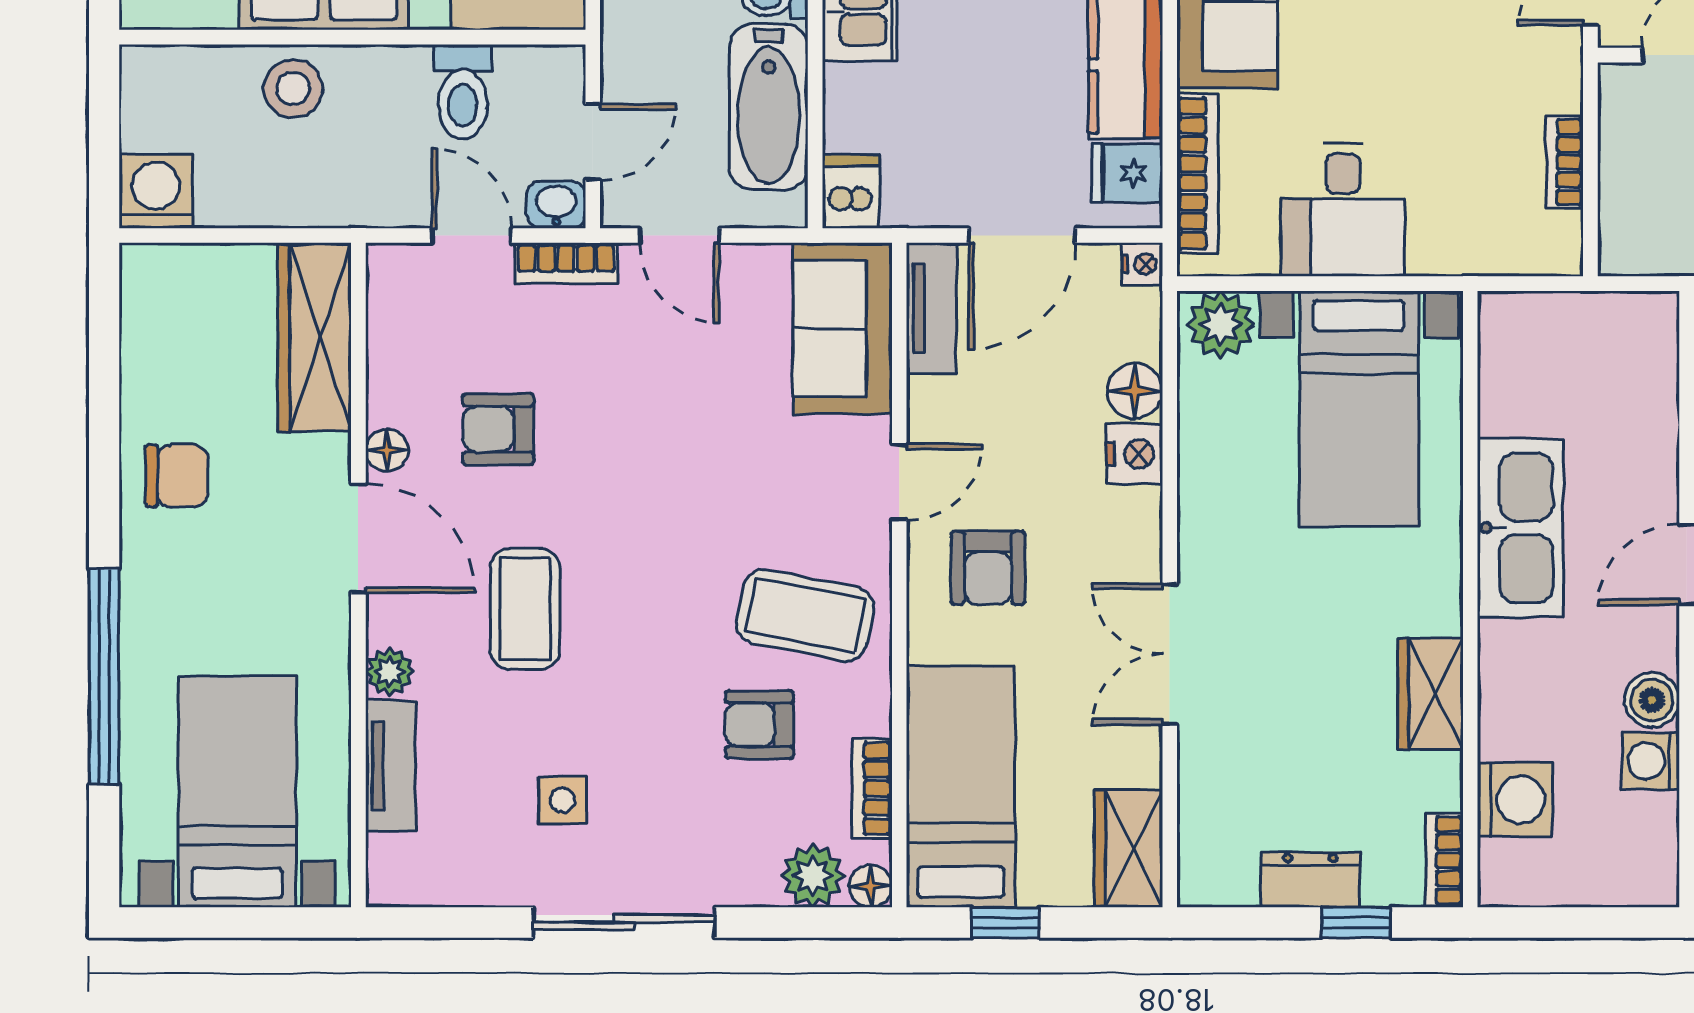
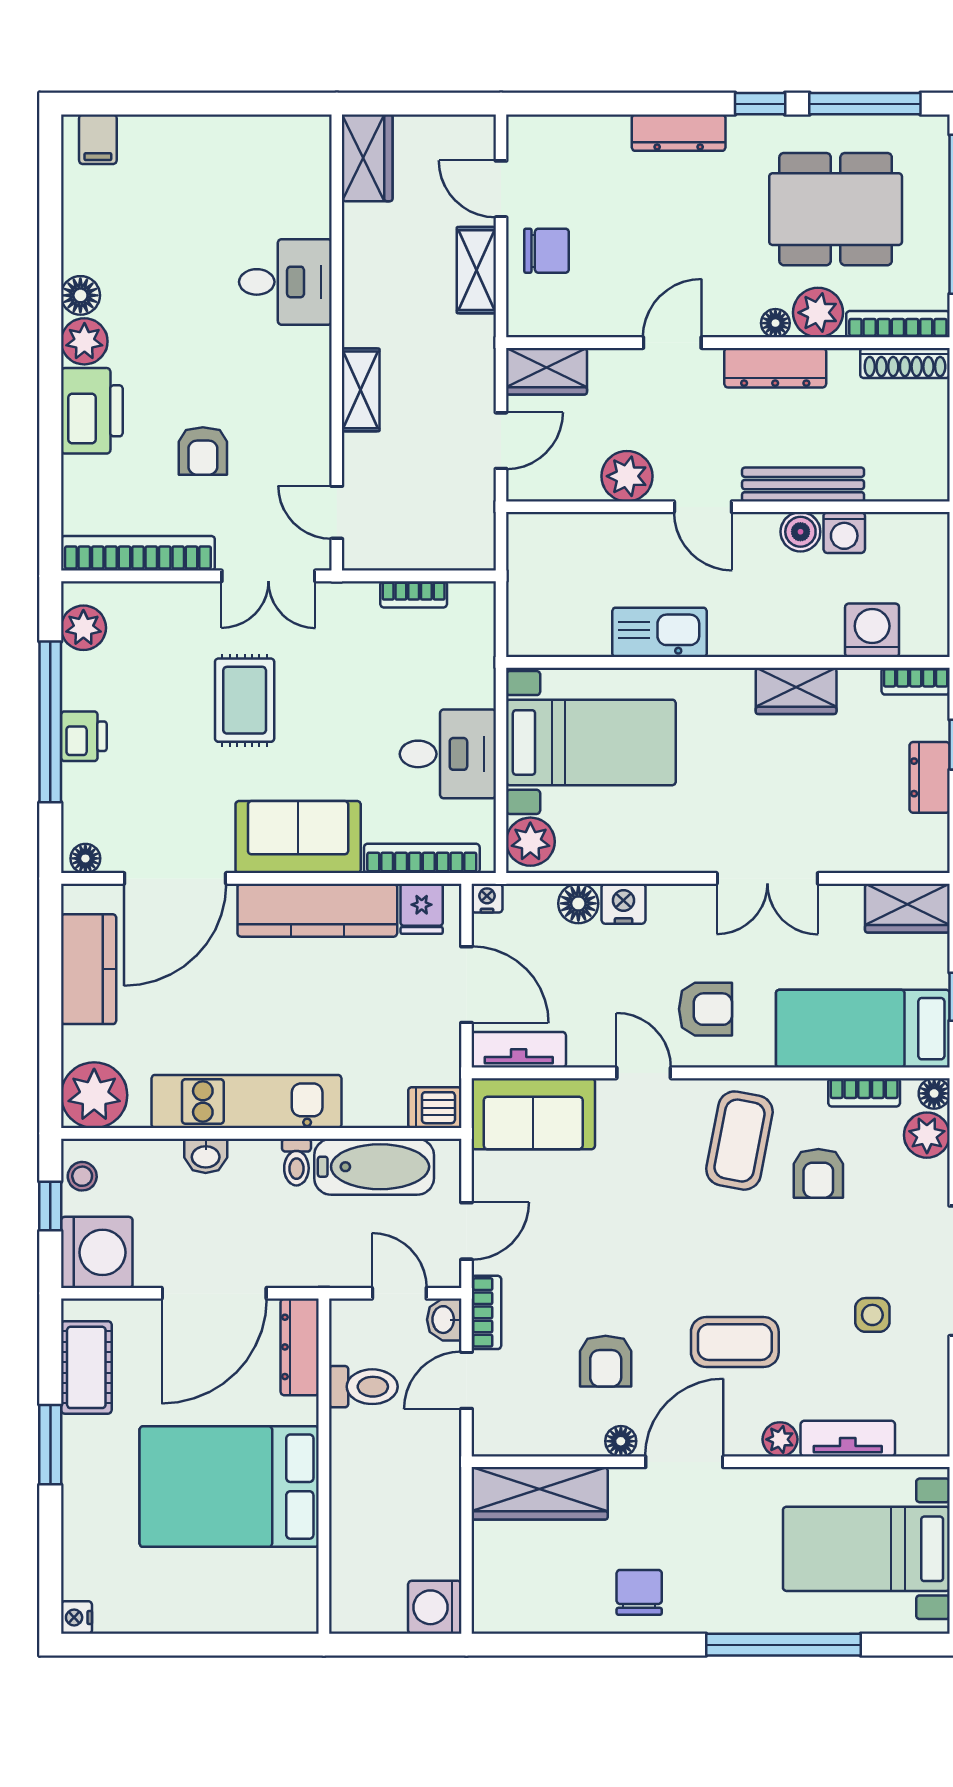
stool: (293, 88) -> (361, 1509), removed
kitchen sink: (1520, 528) -> (659, 632), width x0.73, depth x0.81

